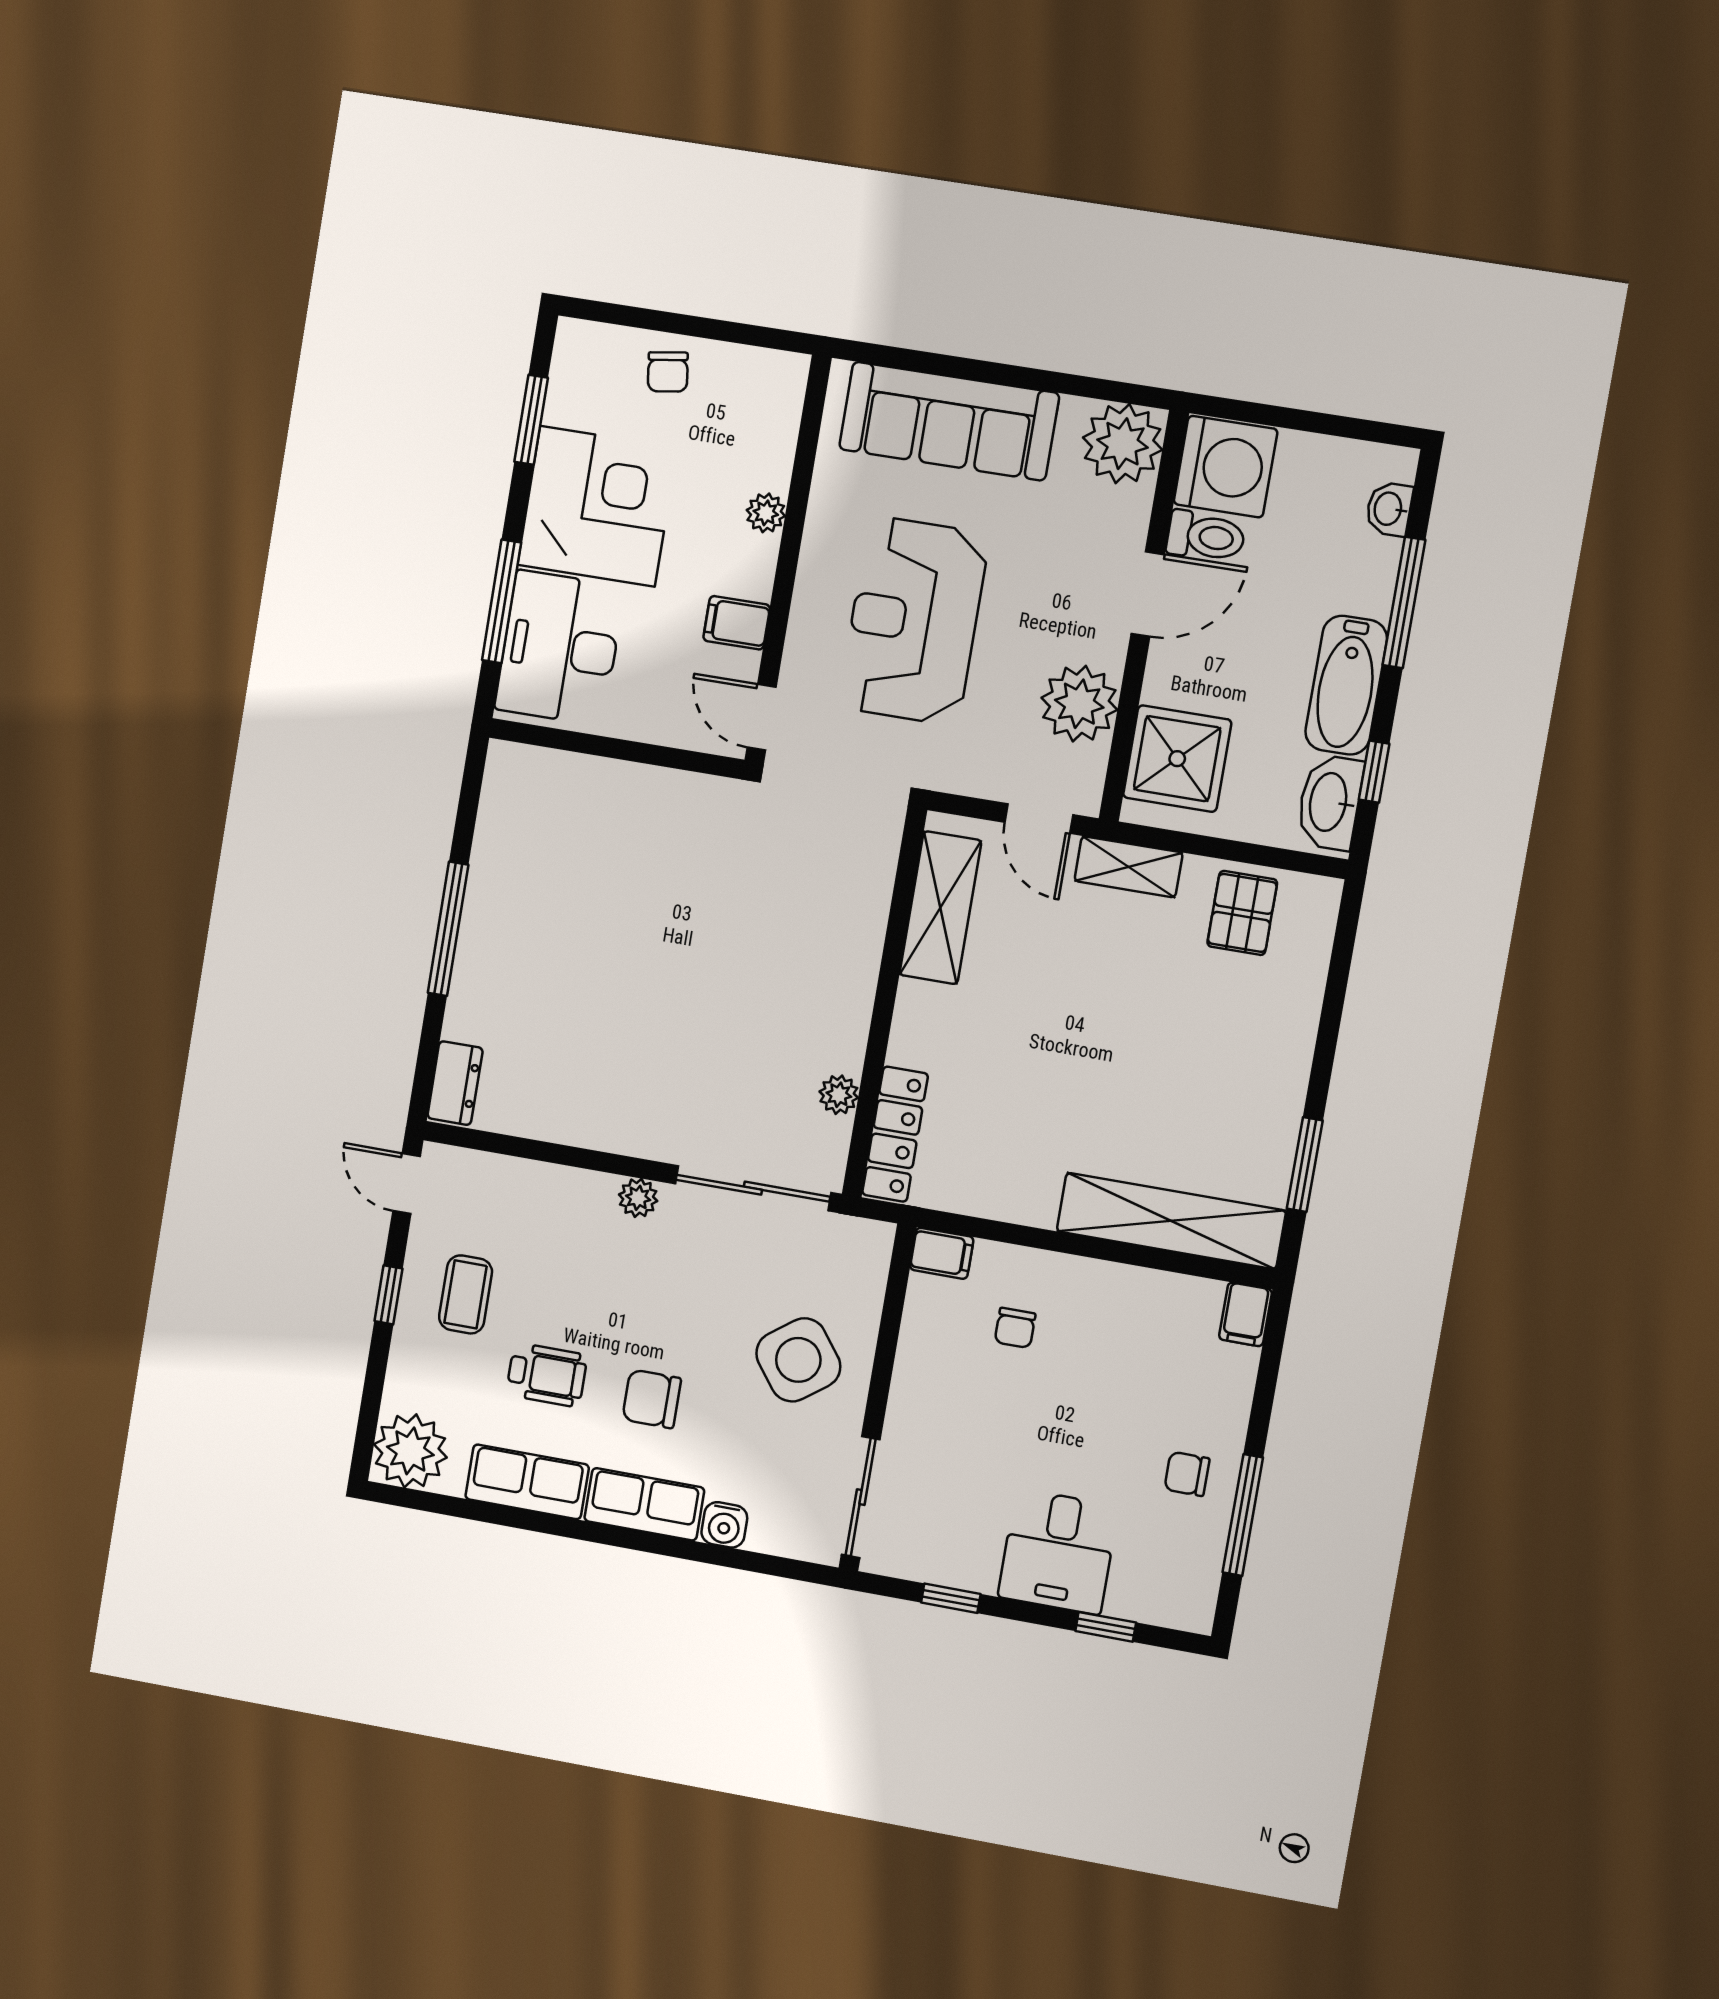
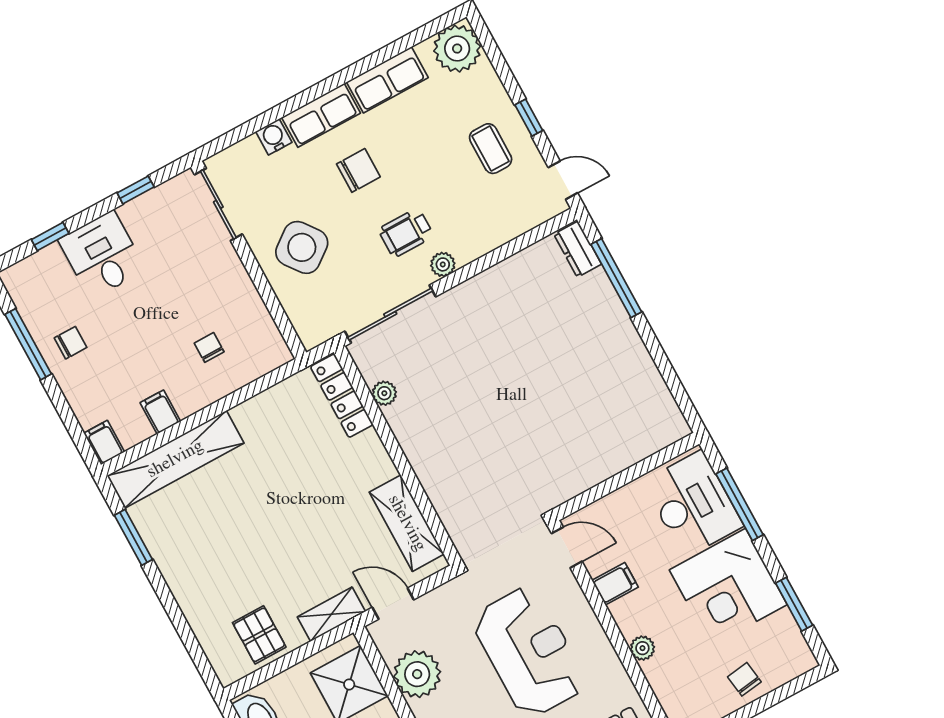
window: (448, 929) -> (616, 278), moved
filing cabinet: (942, 1253) -> (160, 412), moved, turned 90
wheelchair: (547, 1375) -> (406, 233), moved

